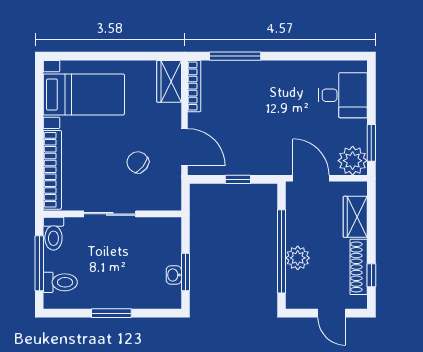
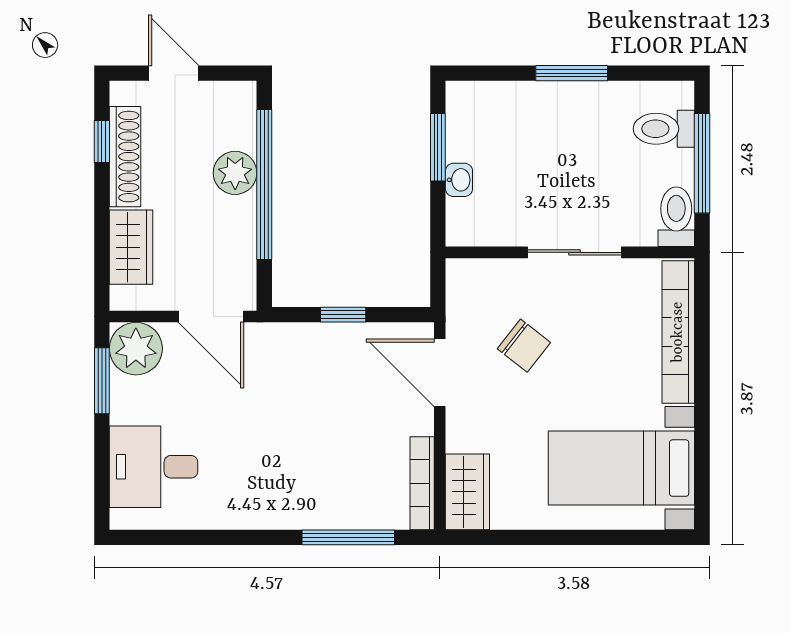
washbasin: (174, 275) -> (459, 180), moved

